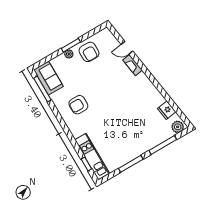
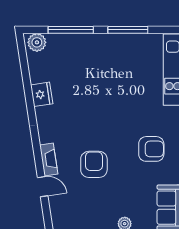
armchair: (89, 52) -> (94, 164), moved
fridge: (167, 110) -> (42, 94), moved

